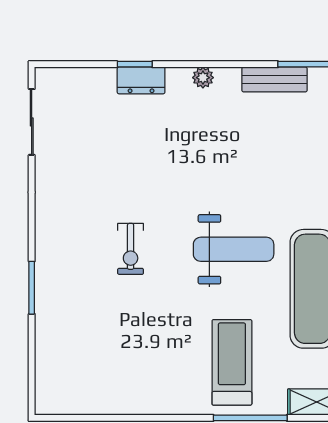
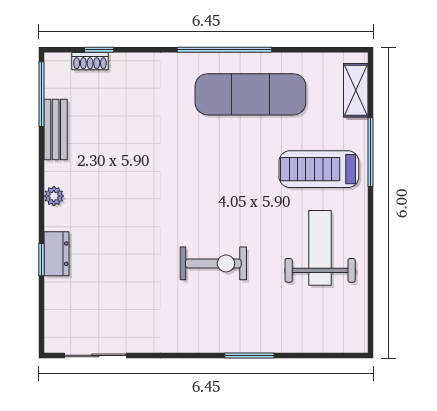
exercise bike: (131, 249) -> (213, 263), width x1.38, depth x1.39
weight bench: (234, 249) -> (320, 248), moved

